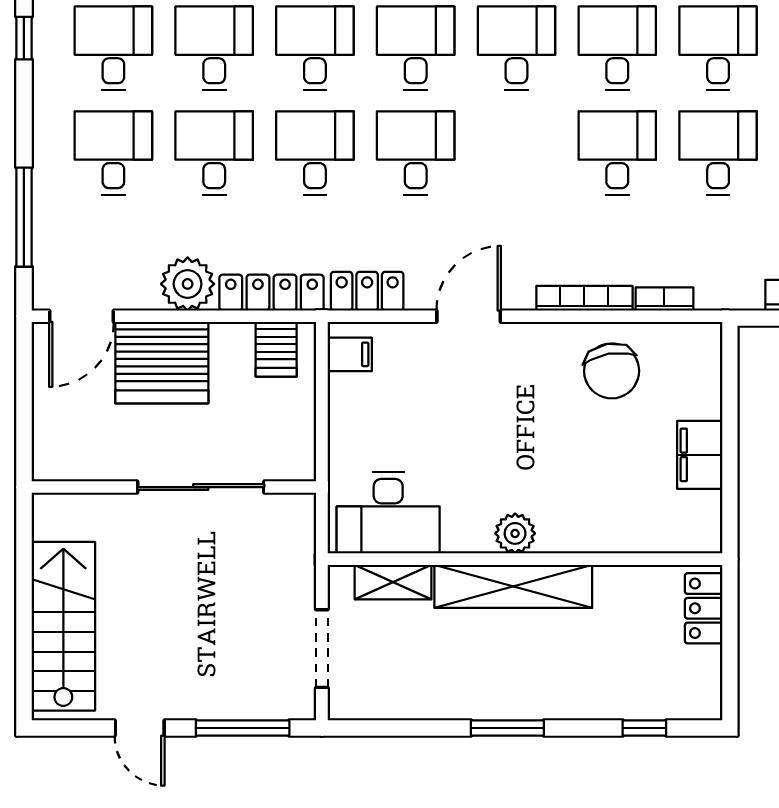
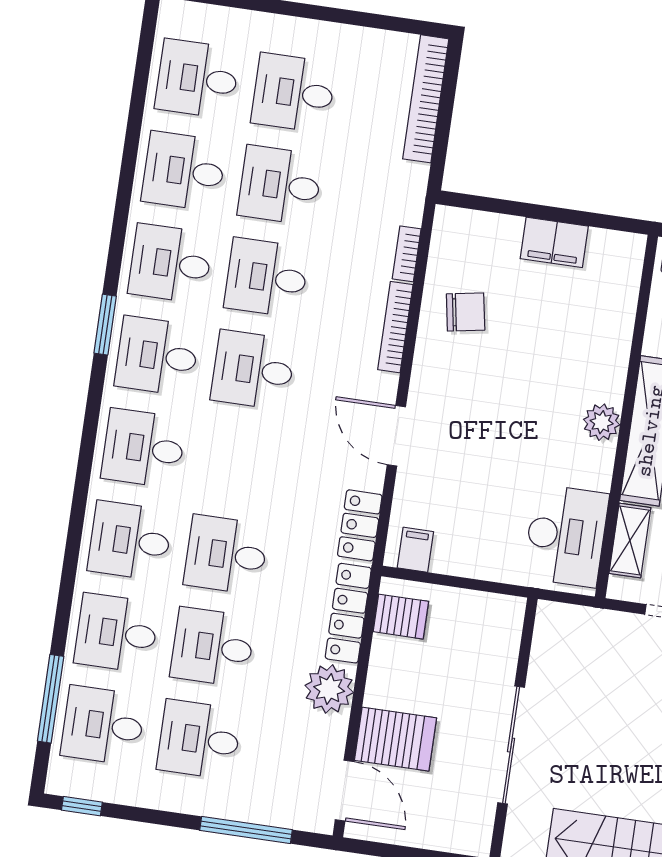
desk: (416, 153) -> (253, 370), moved
server rack: (162, 363) -> (395, 739), width x0.62
chair: (612, 371) -> (466, 312), width x0.73, depth x0.73
sliding door: (201, 487) -> (511, 745), moved

